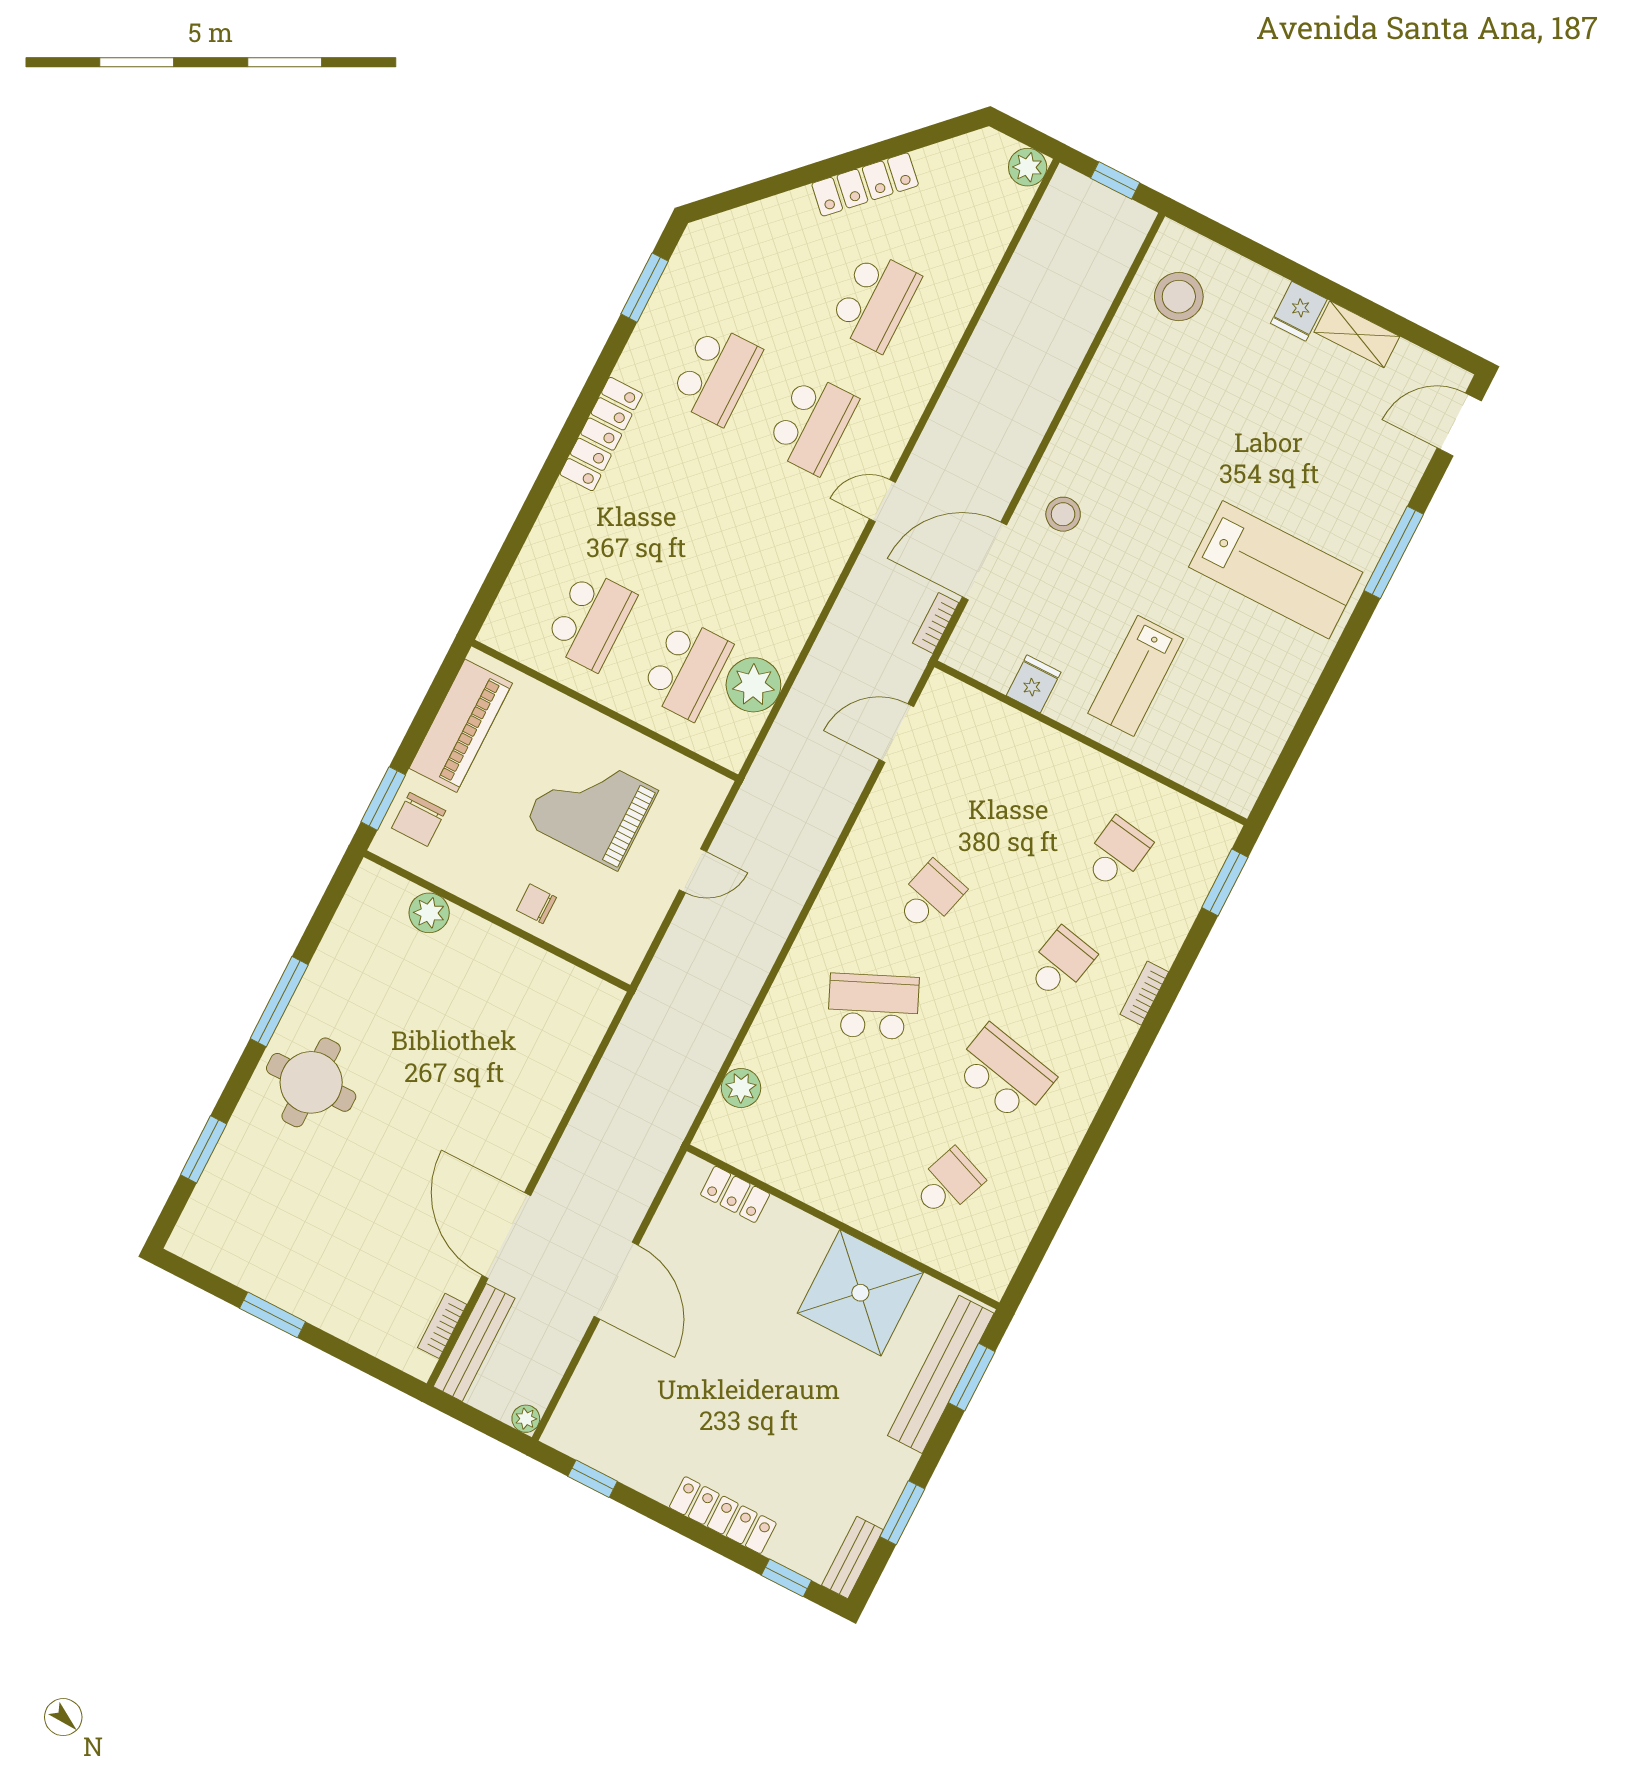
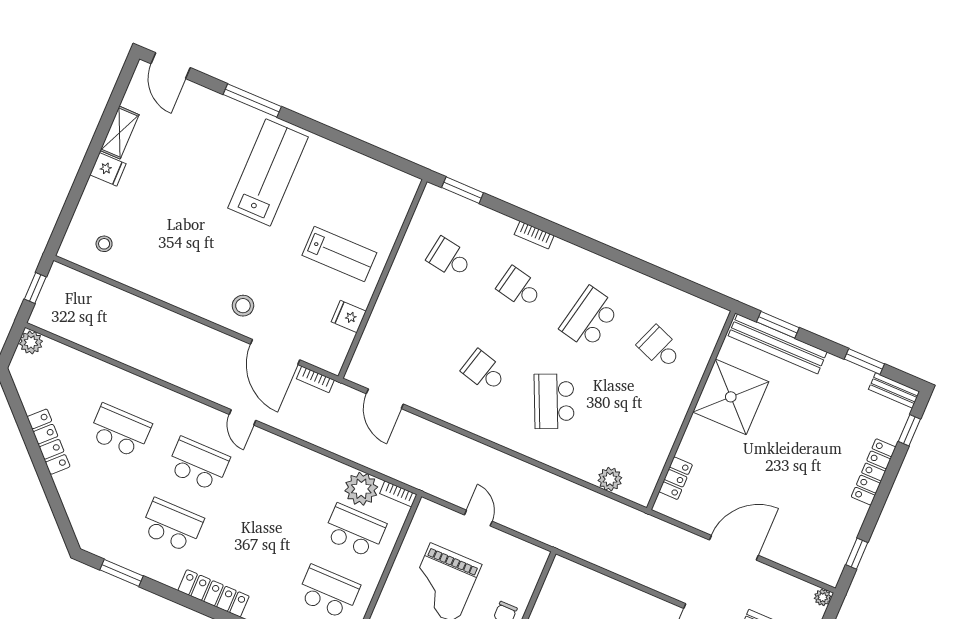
stool: (1179, 297) -> (104, 244), width x0.53, depth x0.53
bookcase: (741, 744) -> (398, 494), added

